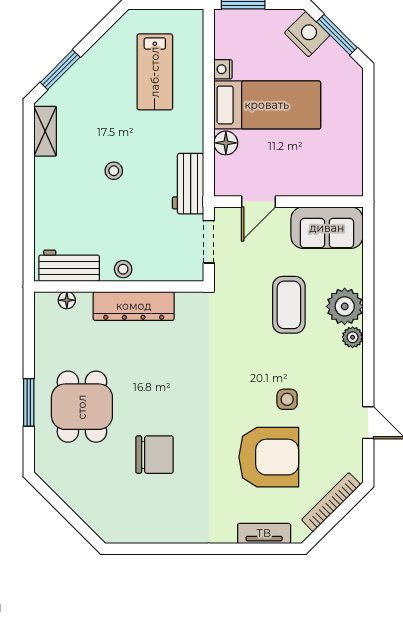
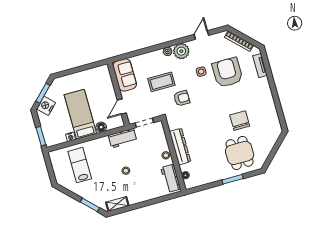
lab bench: (155, 72) -> (80, 165), turned -90
door: (259, 202) -> (122, 107), swing flipped
plant: (345, 306) -> (181, 51), moved
armchair: (240, 340) -> (182, 98), added
dining table: (82, 407) -> (240, 153), moved, turned 90

